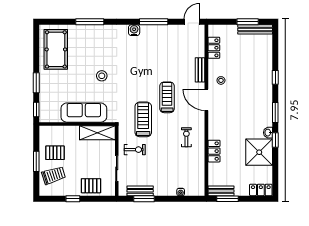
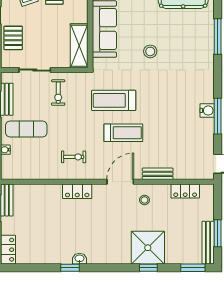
water cooler: (134, 30) -> (207, 110), moved
window: (275, 113) -> (193, 268), moved
treadmill: (143, 119) -> (114, 100), moved, turned 180
locker: (214, 151) -> (77, 191), moved
shower: (259, 152) -> (148, 248), moved
exercise mat: (164, 175) -> (26, 129), added

